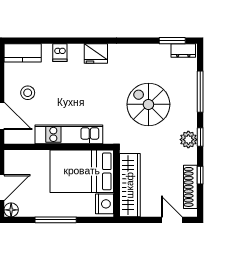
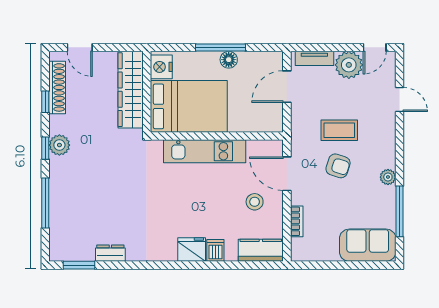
dresser: (183, 50) -> (110, 253), moved
fridge: (96, 53) -> (192, 250), moved
spiral stairs: (148, 104) -> (108, 188), removed
floor lamp: (11, 210) -> (229, 60), moved

